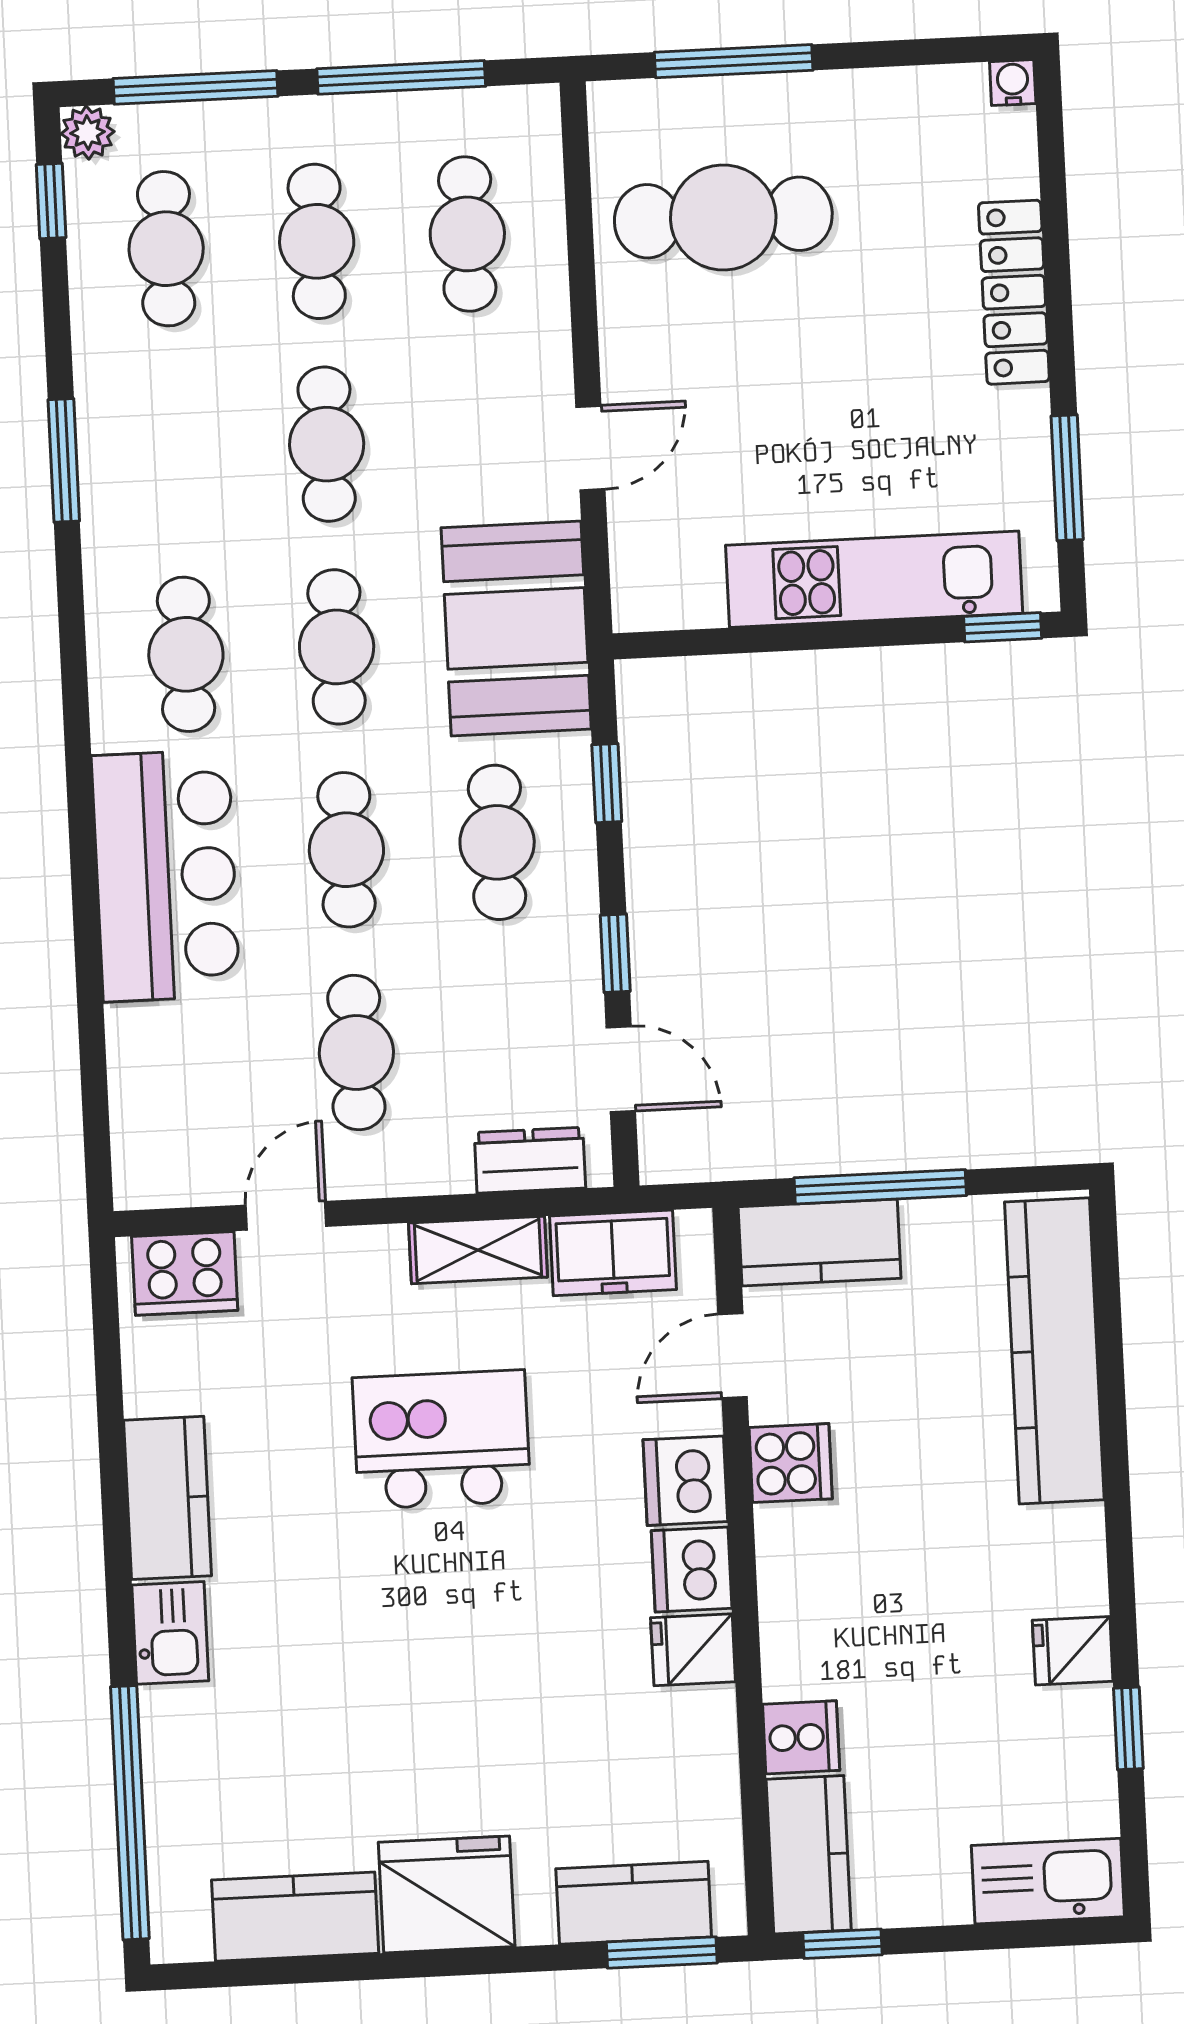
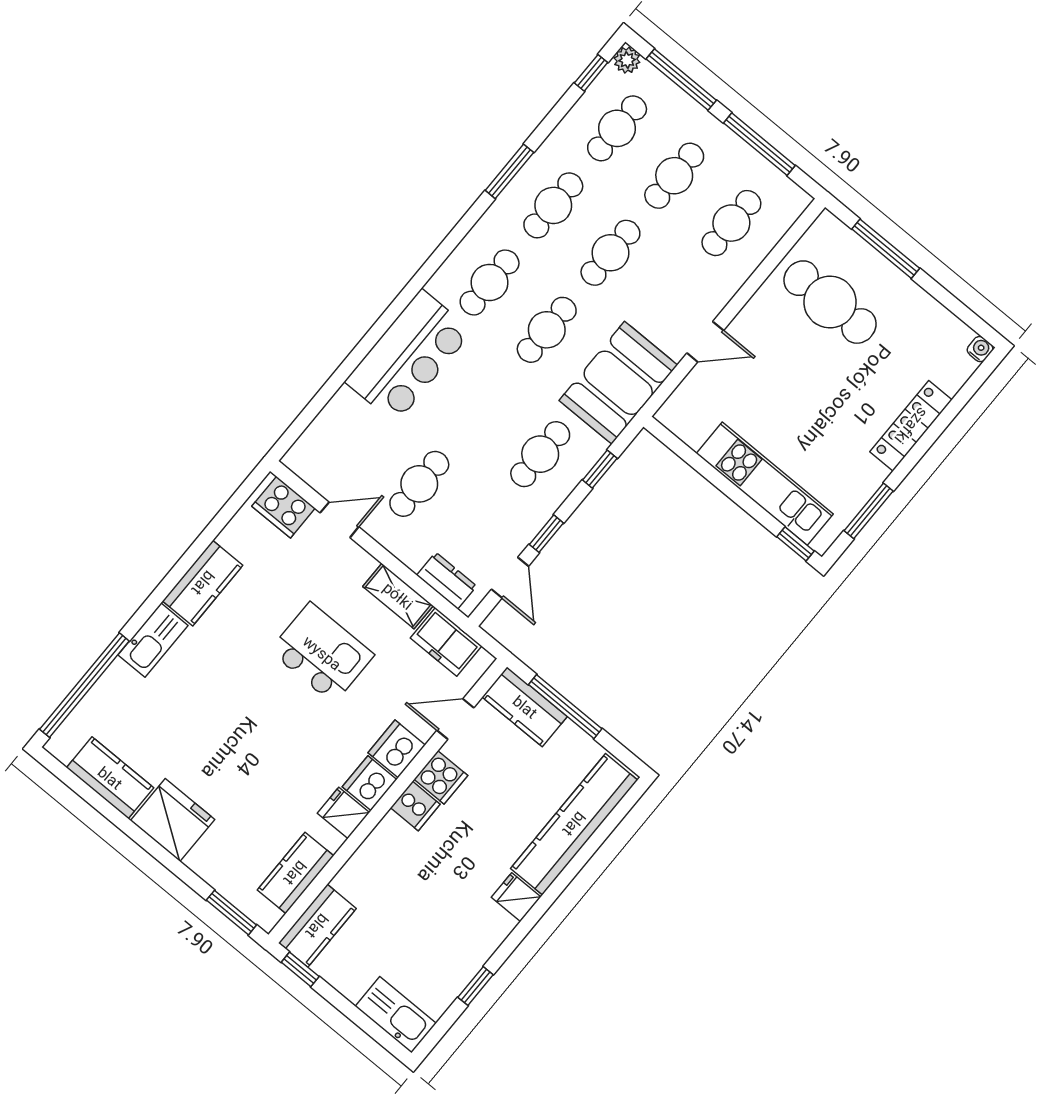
cafe table: (346, 850) -> (553, 205), moved
kitchen sink: (170, 1633) -> (153, 640), width x1.38
fridge: (1073, 1651) -> (516, 897), moved
cooker: (801, 1737) -> (415, 806), moved
kitchen counter: (634, 1903) -> (295, 873), moved, turned -90

